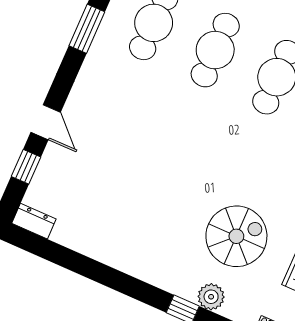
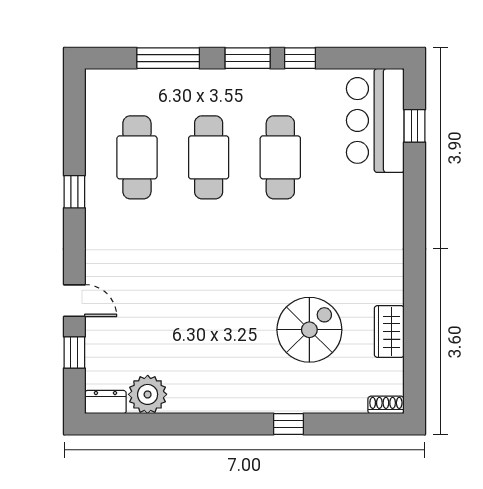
window: (87, 29) -> (74, 192), width x0.67
plant: (211, 297) -> (148, 394), moved, width x1.36, depth x1.36

